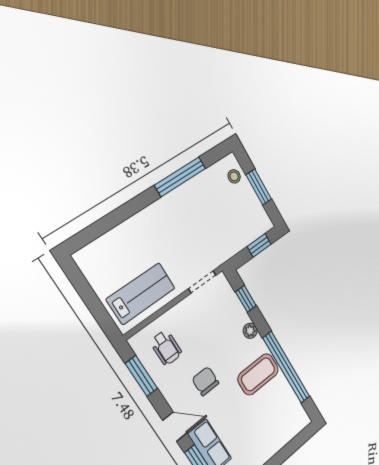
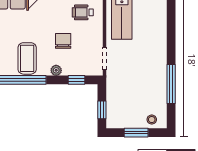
chair: (205, 381) -> (63, 41), moved, turned -90

